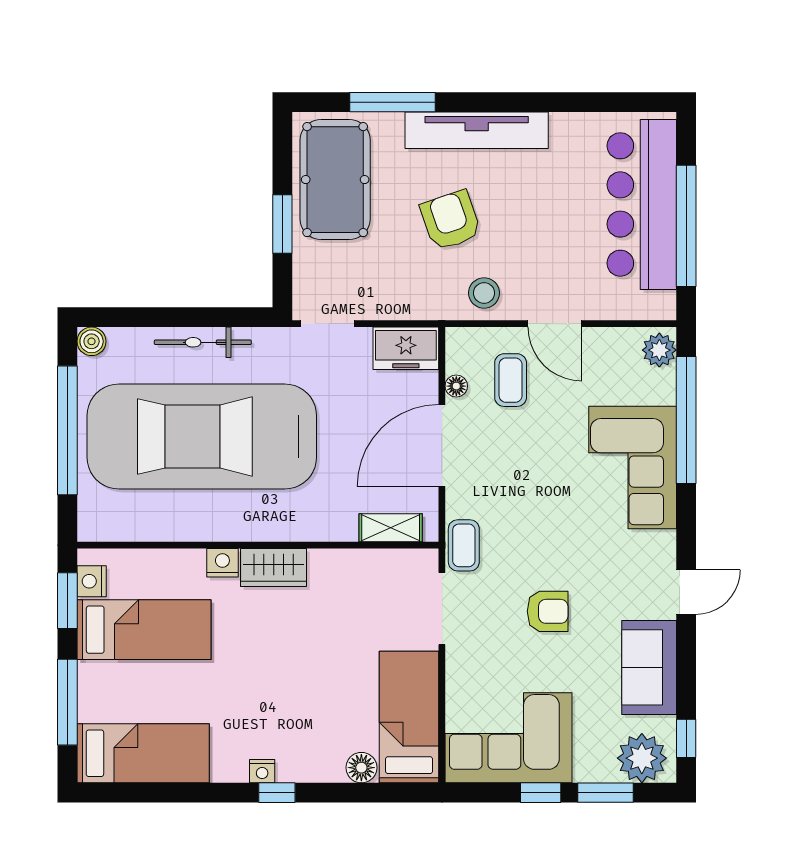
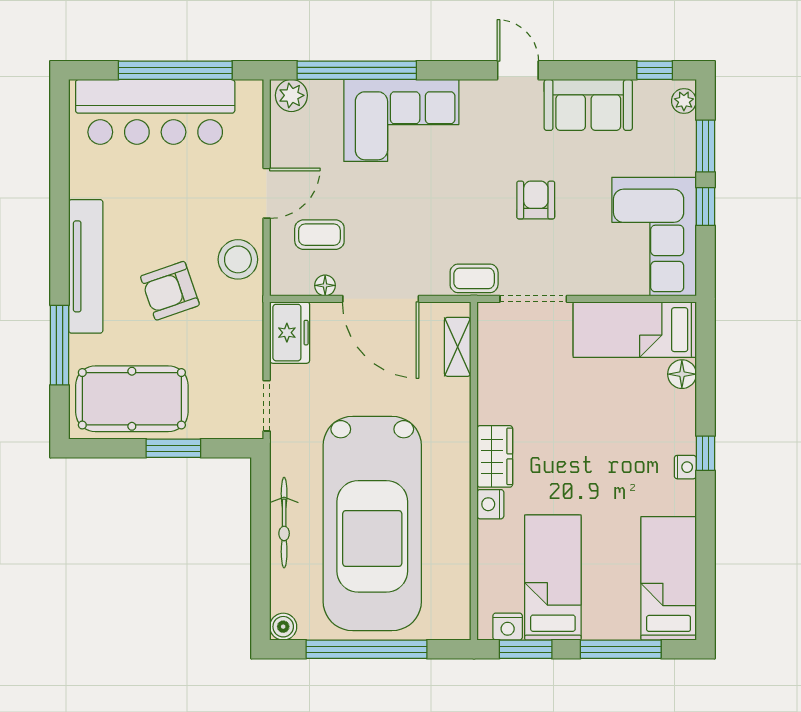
stool: (484, 293) -> (238, 259), width x1.38, depth x1.38
plant: (642, 758) -> (684, 101), width x0.53, depth x0.53

